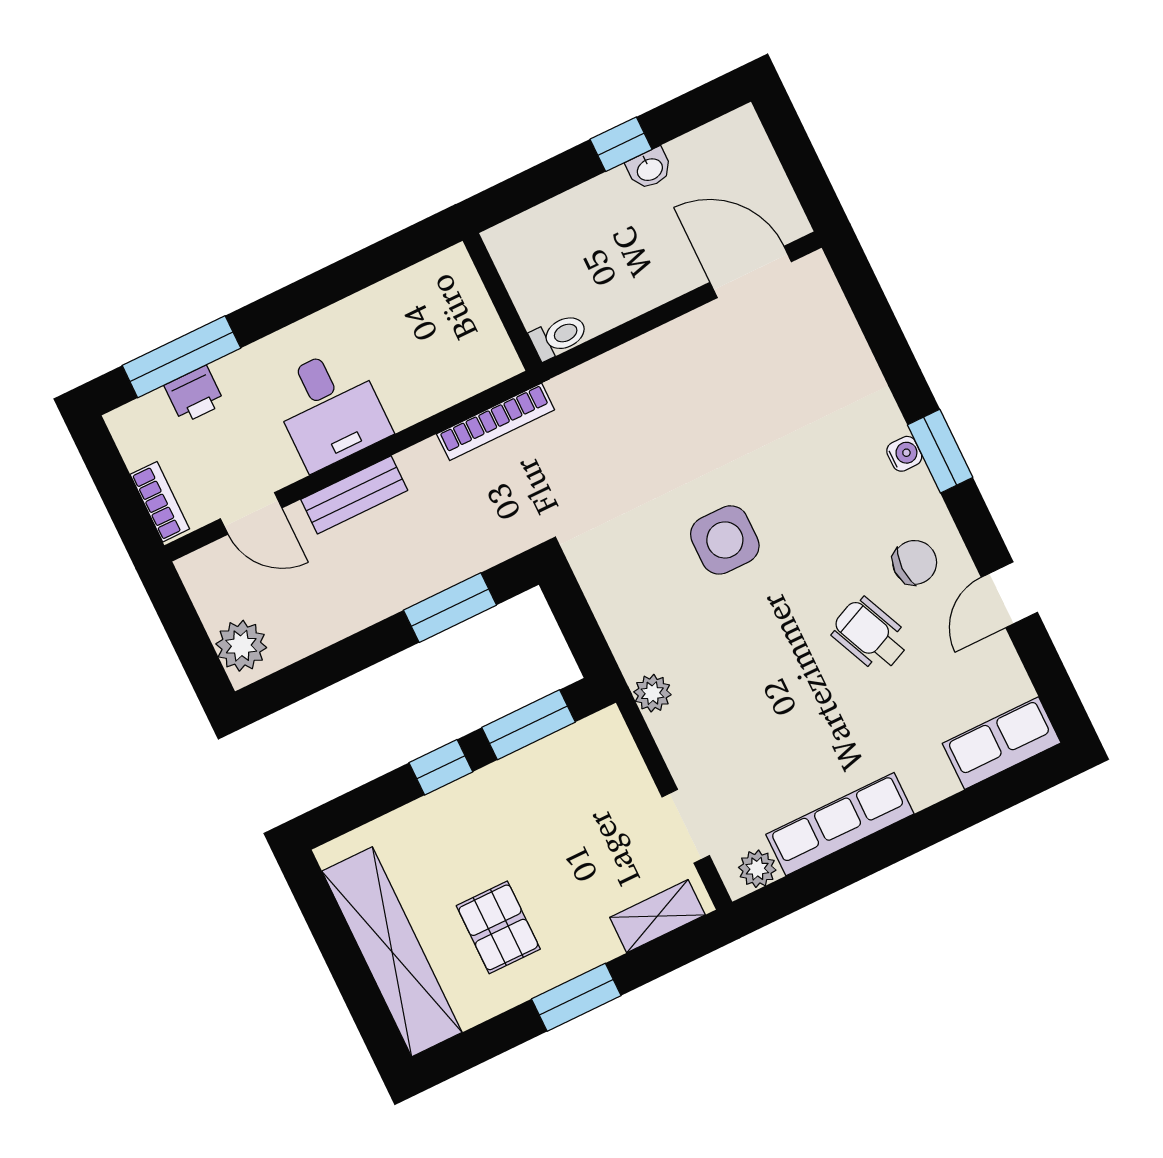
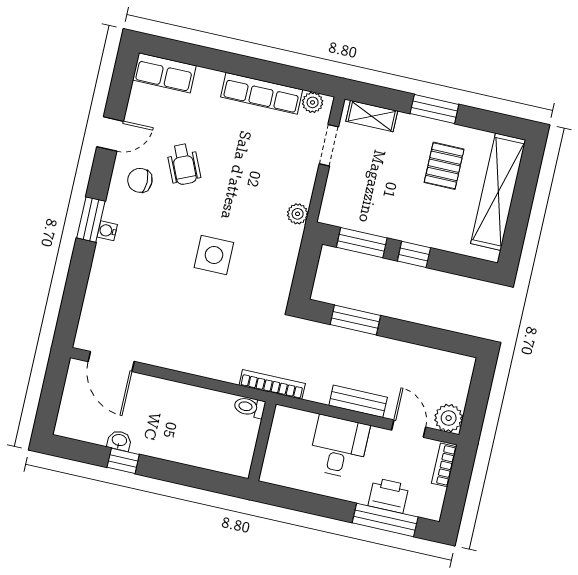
wall: (502, 302) -> (262, 441), moved
toilet: (559, 336) -> (250, 407), moved
printer: (194, 394) -> (388, 495), width x1.36, depth x1.24
plant: (241, 646) -> (449, 418), moved

